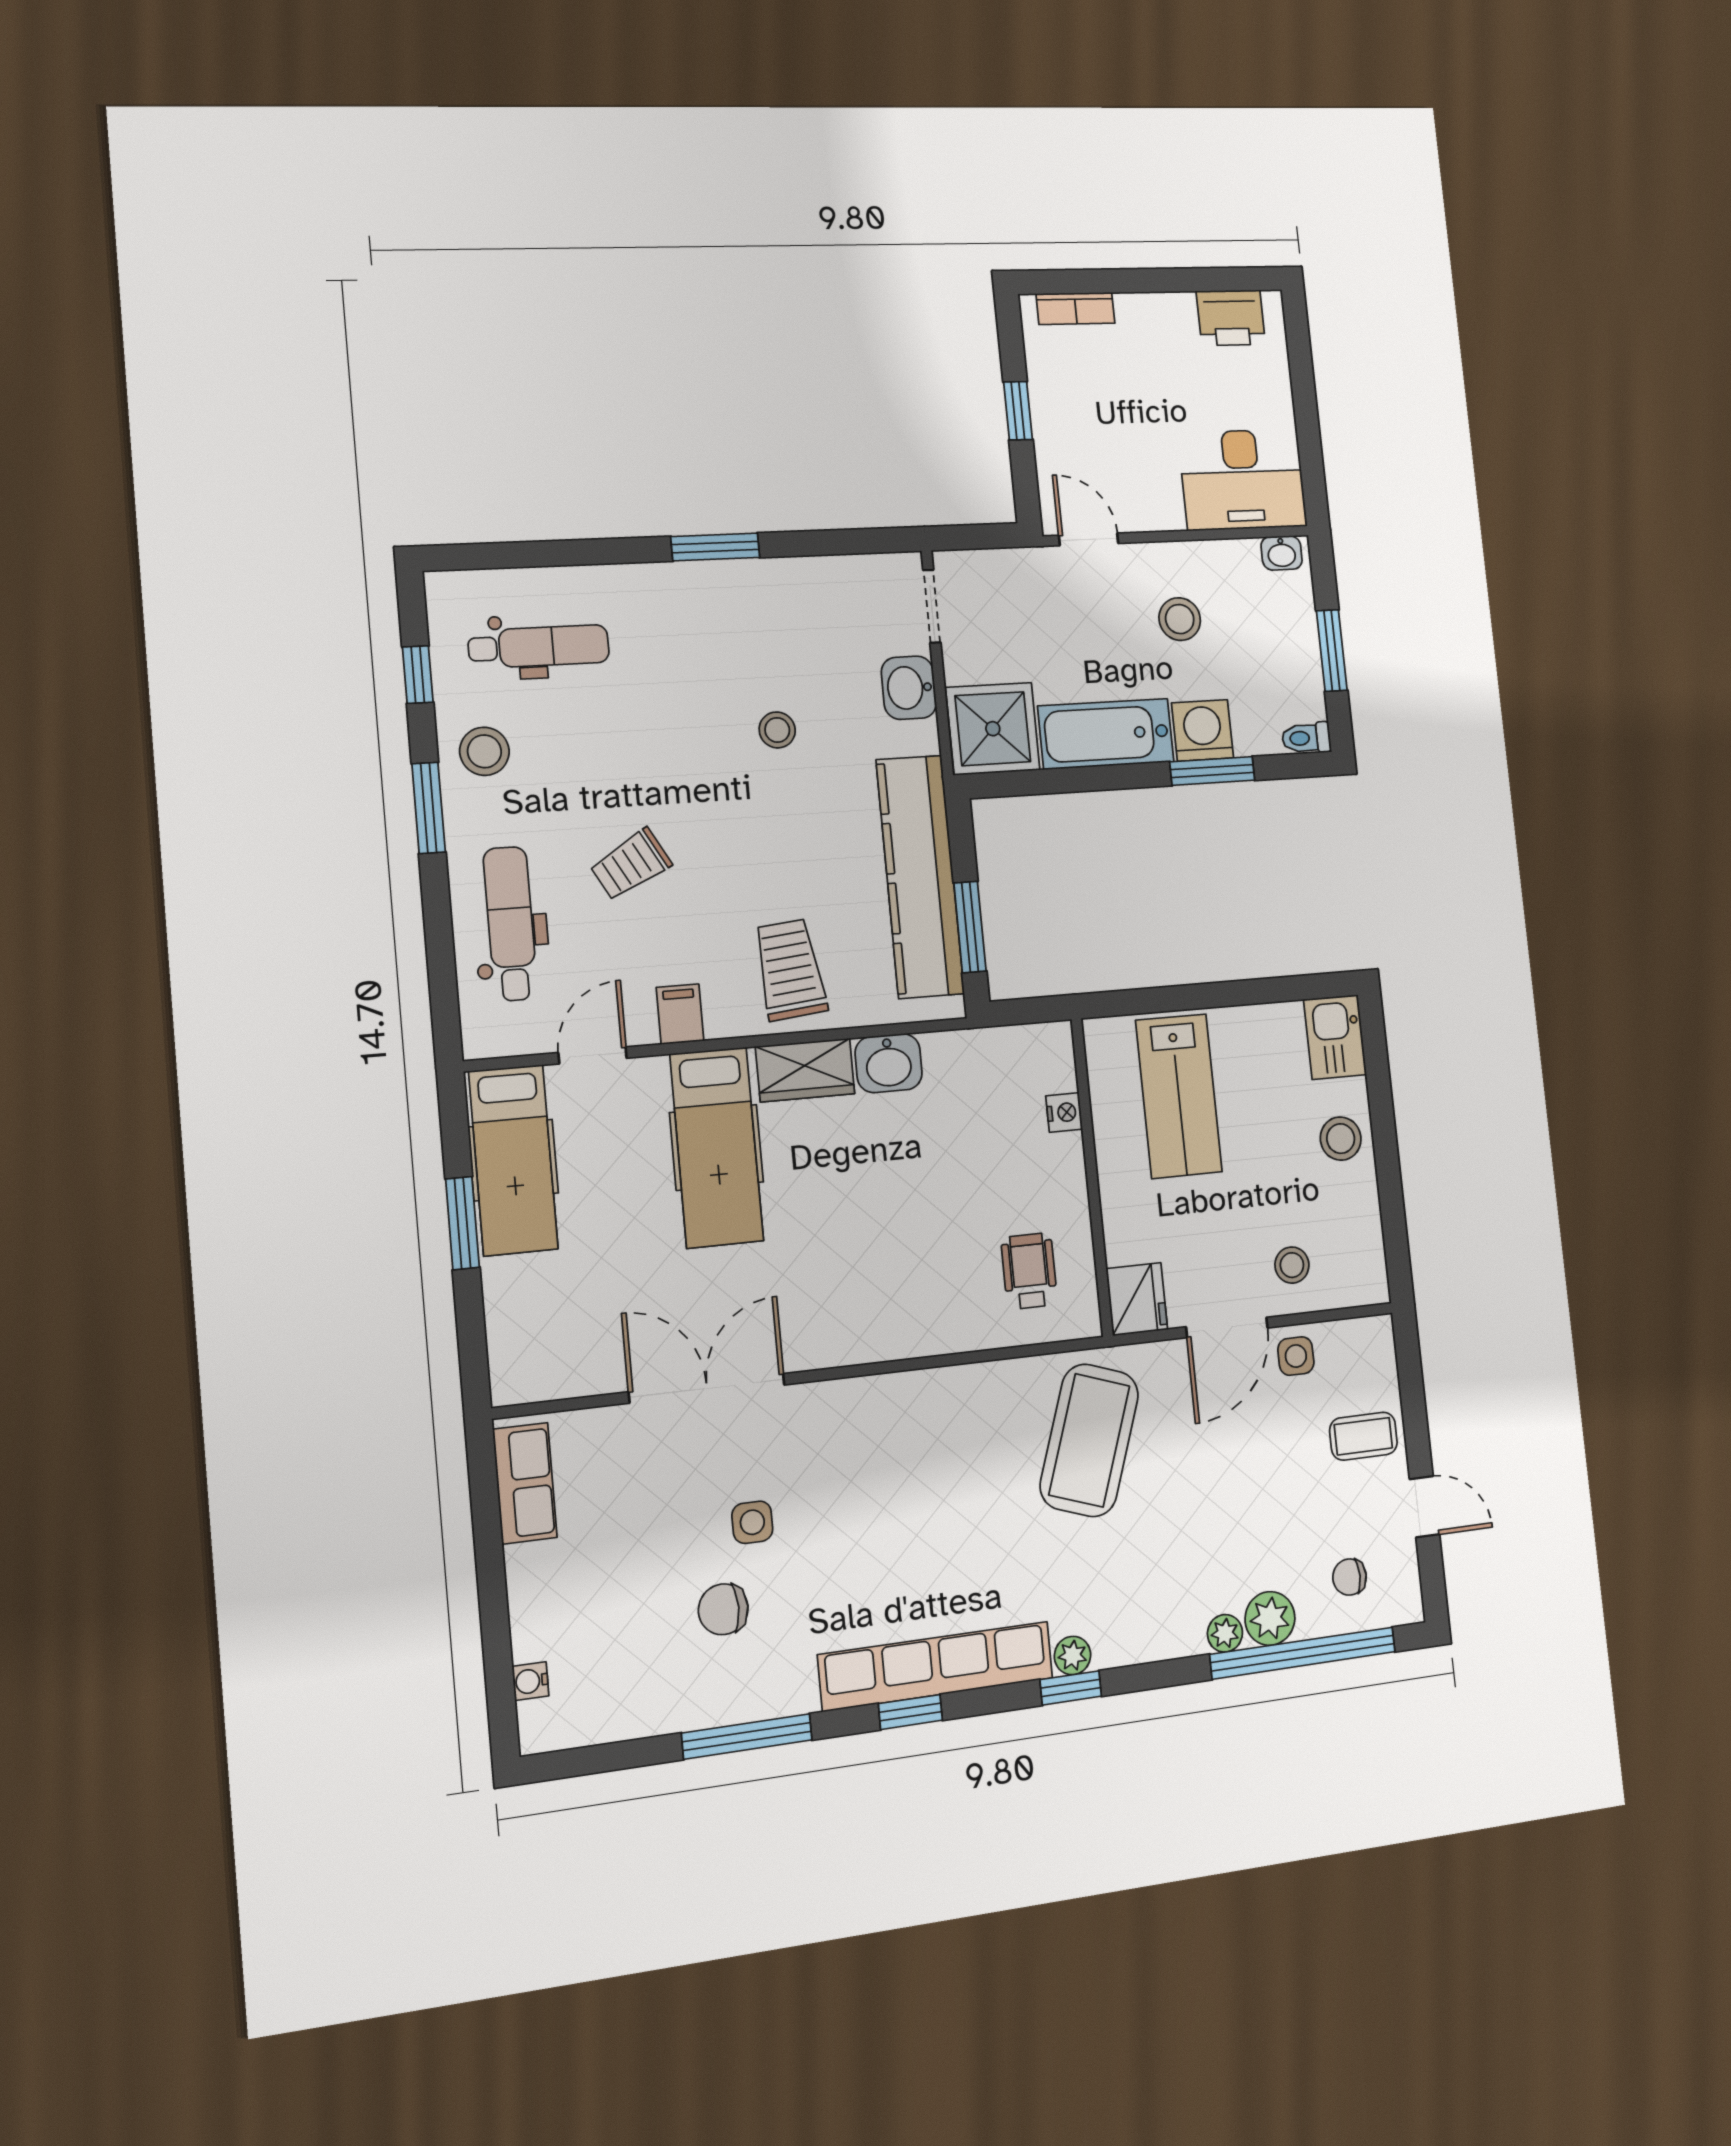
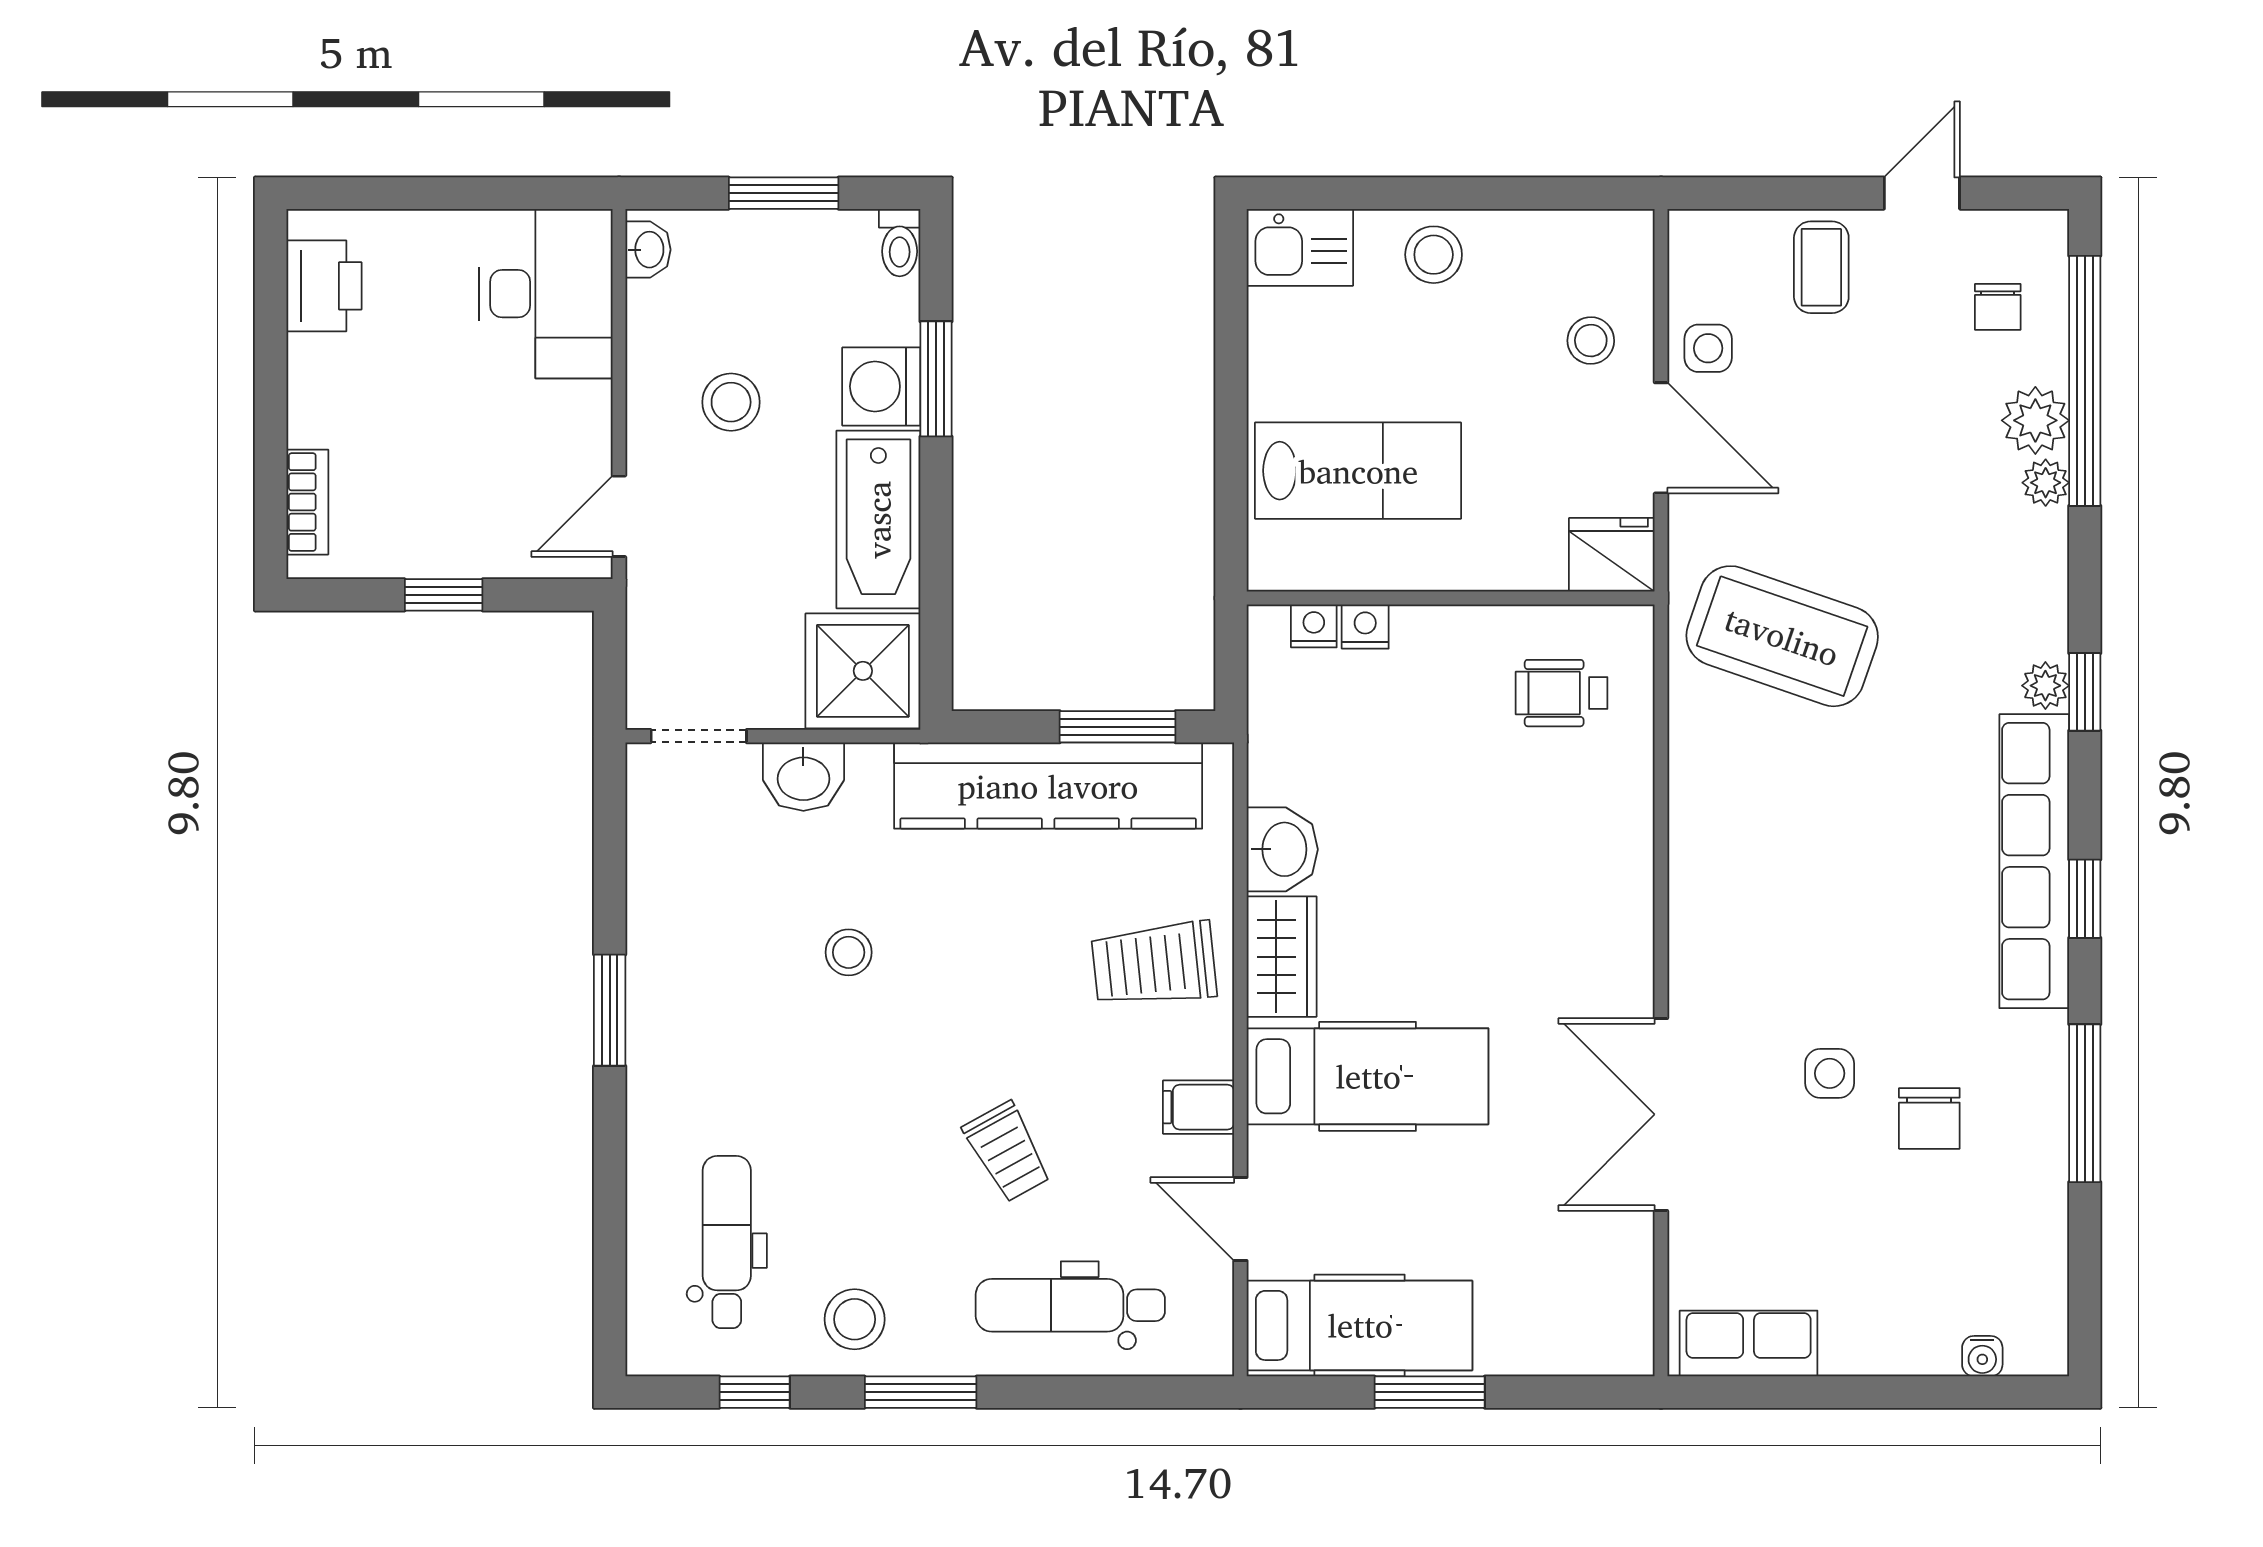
nightstand: (1061, 1073) -> (1314, 626), added

